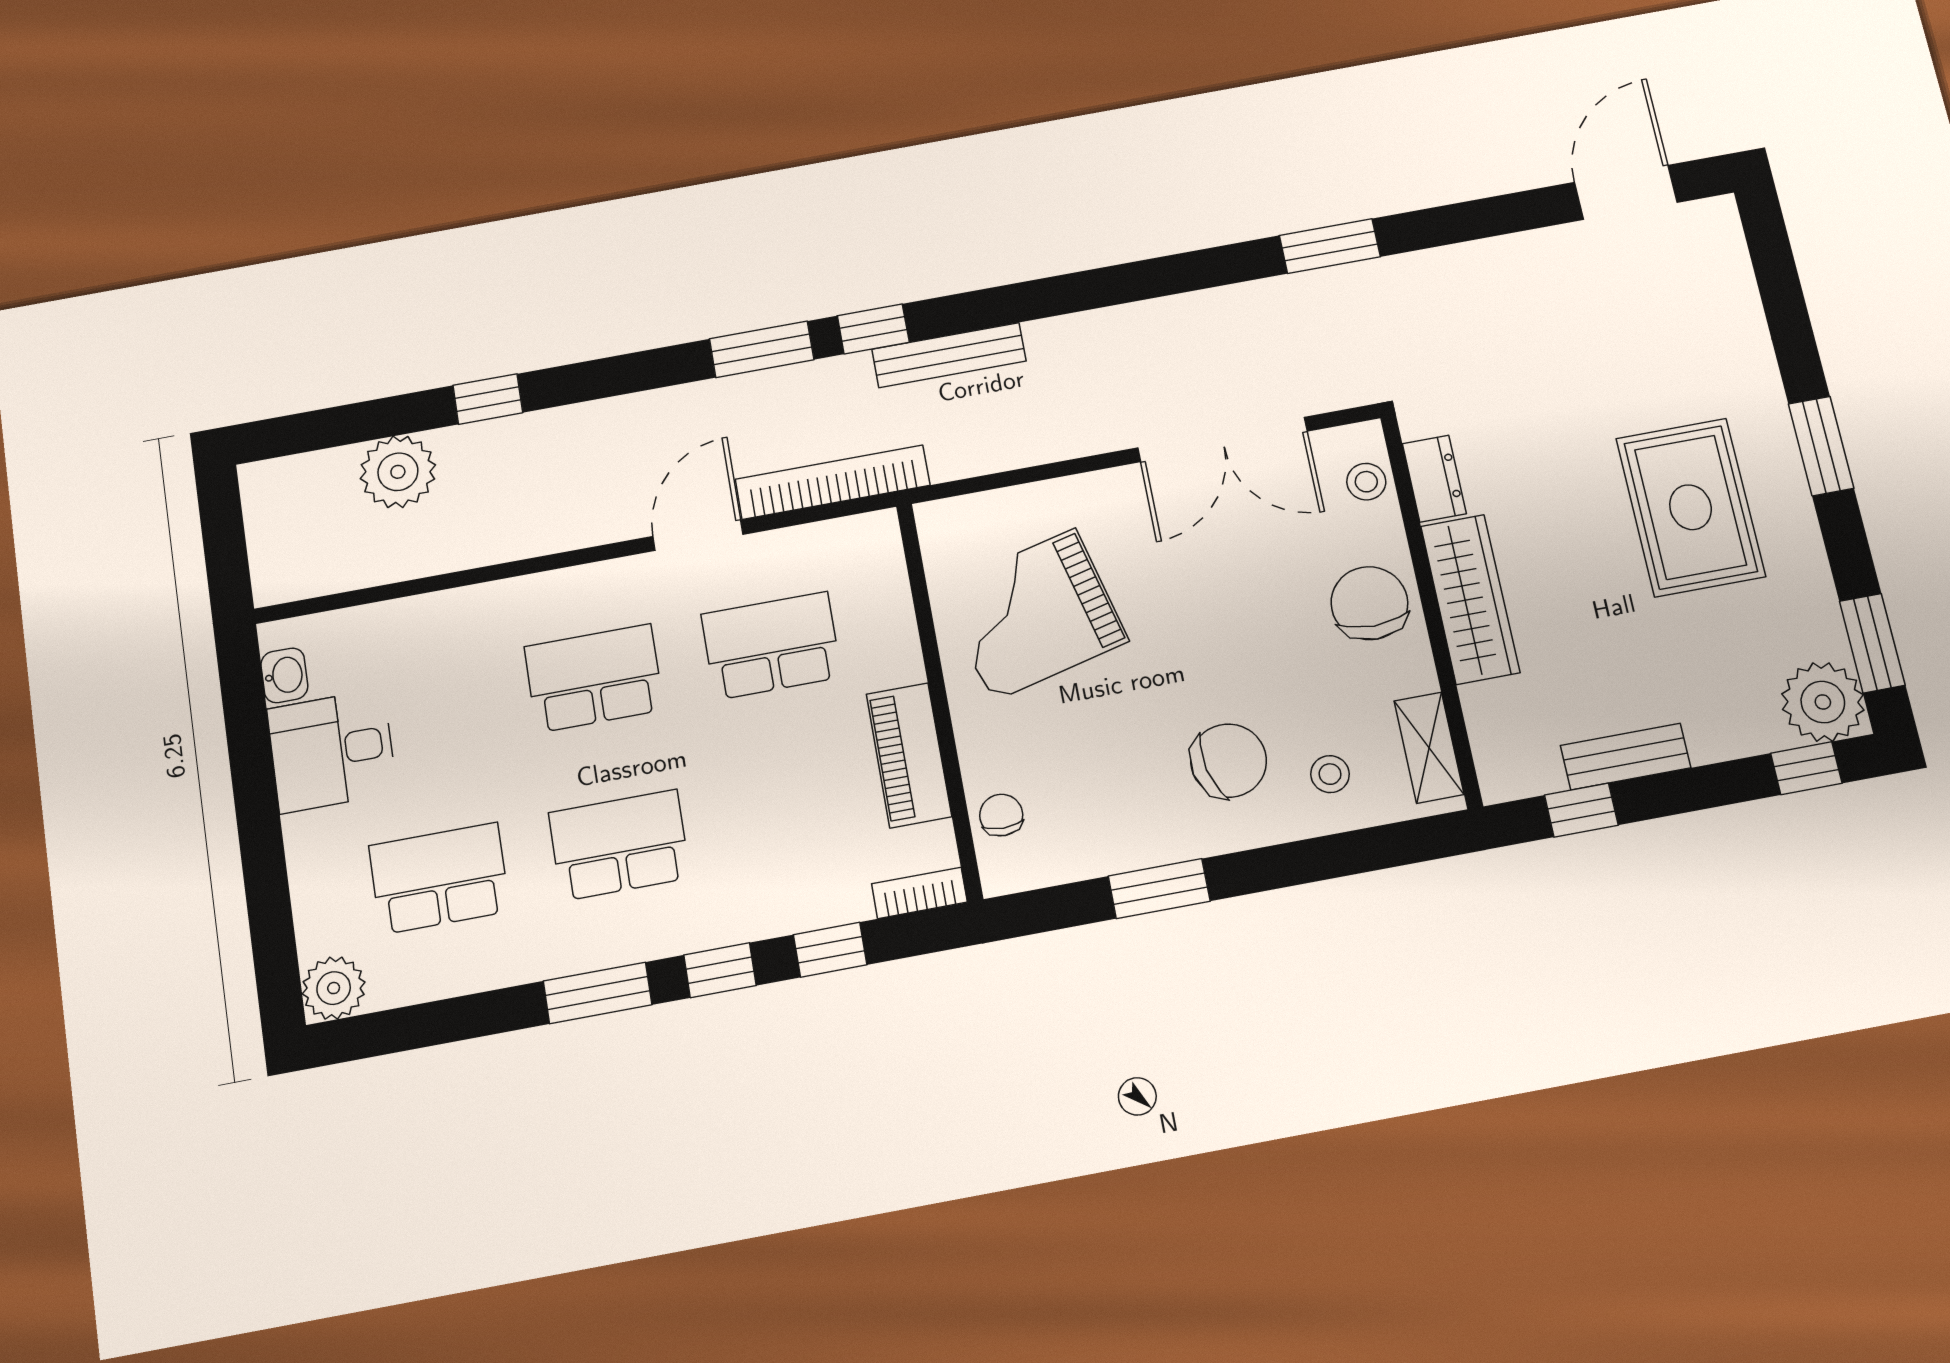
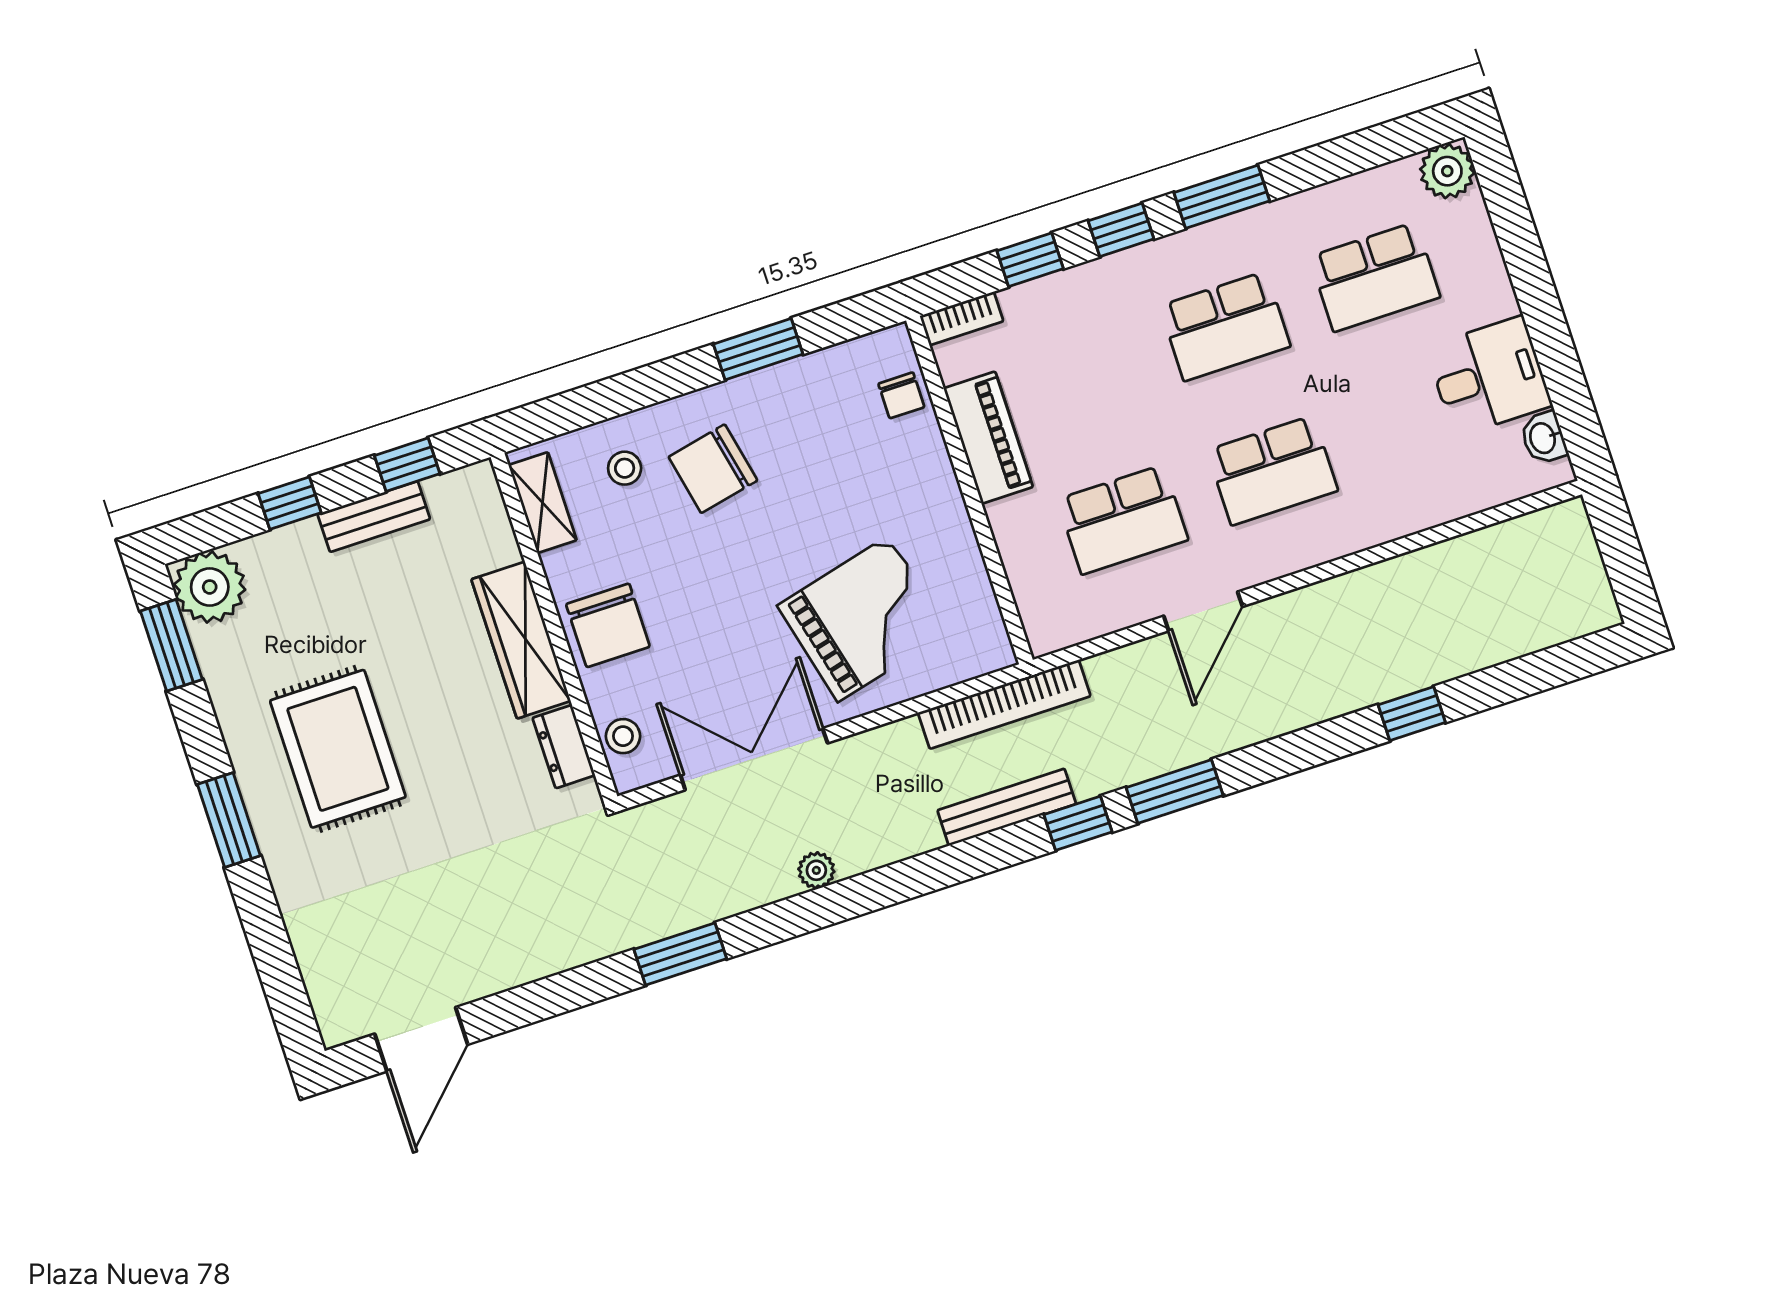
plant: (398, 472) -> (816, 870), moved, width x0.53, depth x0.53
bookcase: (833, 482) -> (1004, 704), moved
grand piano: (1034, 615) -> (863, 619), moved
window: (1806, 768) -> (290, 503), moved

